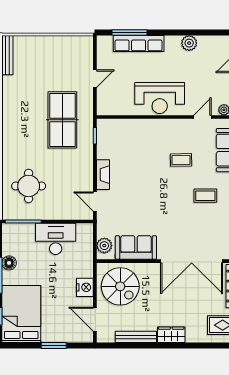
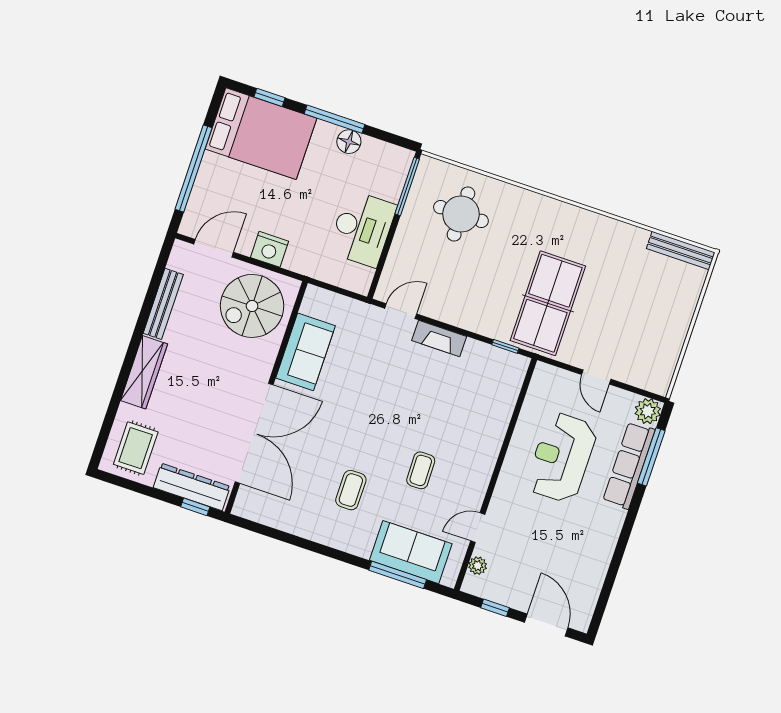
plant: (189, 43) -> (648, 411), moved
reception desk: (160, 98) -> (562, 458), moved
door: (202, 117) -> (478, 528), swing flipped
table tennis table: (62, 120) -> (548, 303), turned 90
plant: (104, 246) -> (326, 303), removed
double door: (192, 261) -> (254, 433), swing flipped
wardrobe: (171, 335) -> (144, 372), width x1.50
window: (54, 346) -> (194, 169), width x2.11

